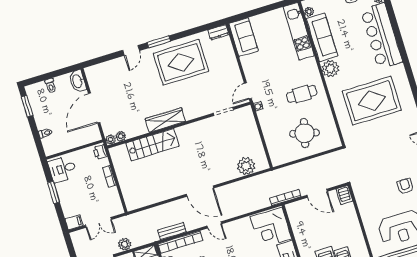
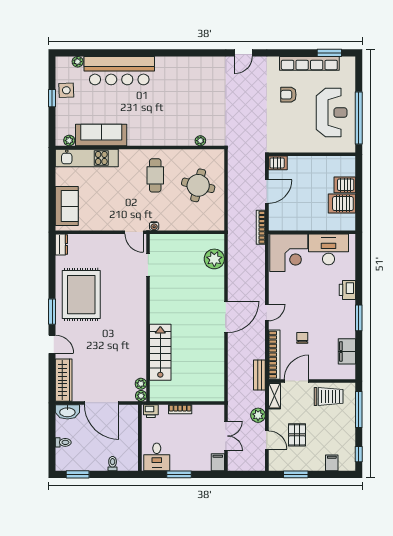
sofa: (243, 37) -> (67, 206), moved, turned 90
plant: (330, 69) -> (200, 141), moved, width x0.53, depth x0.53
rug: (372, 101) -> (186, 102), removed
wardrobe: (165, 120) -> (64, 380), moved, turned 180
bench: (172, 231) -> (259, 375), moved

